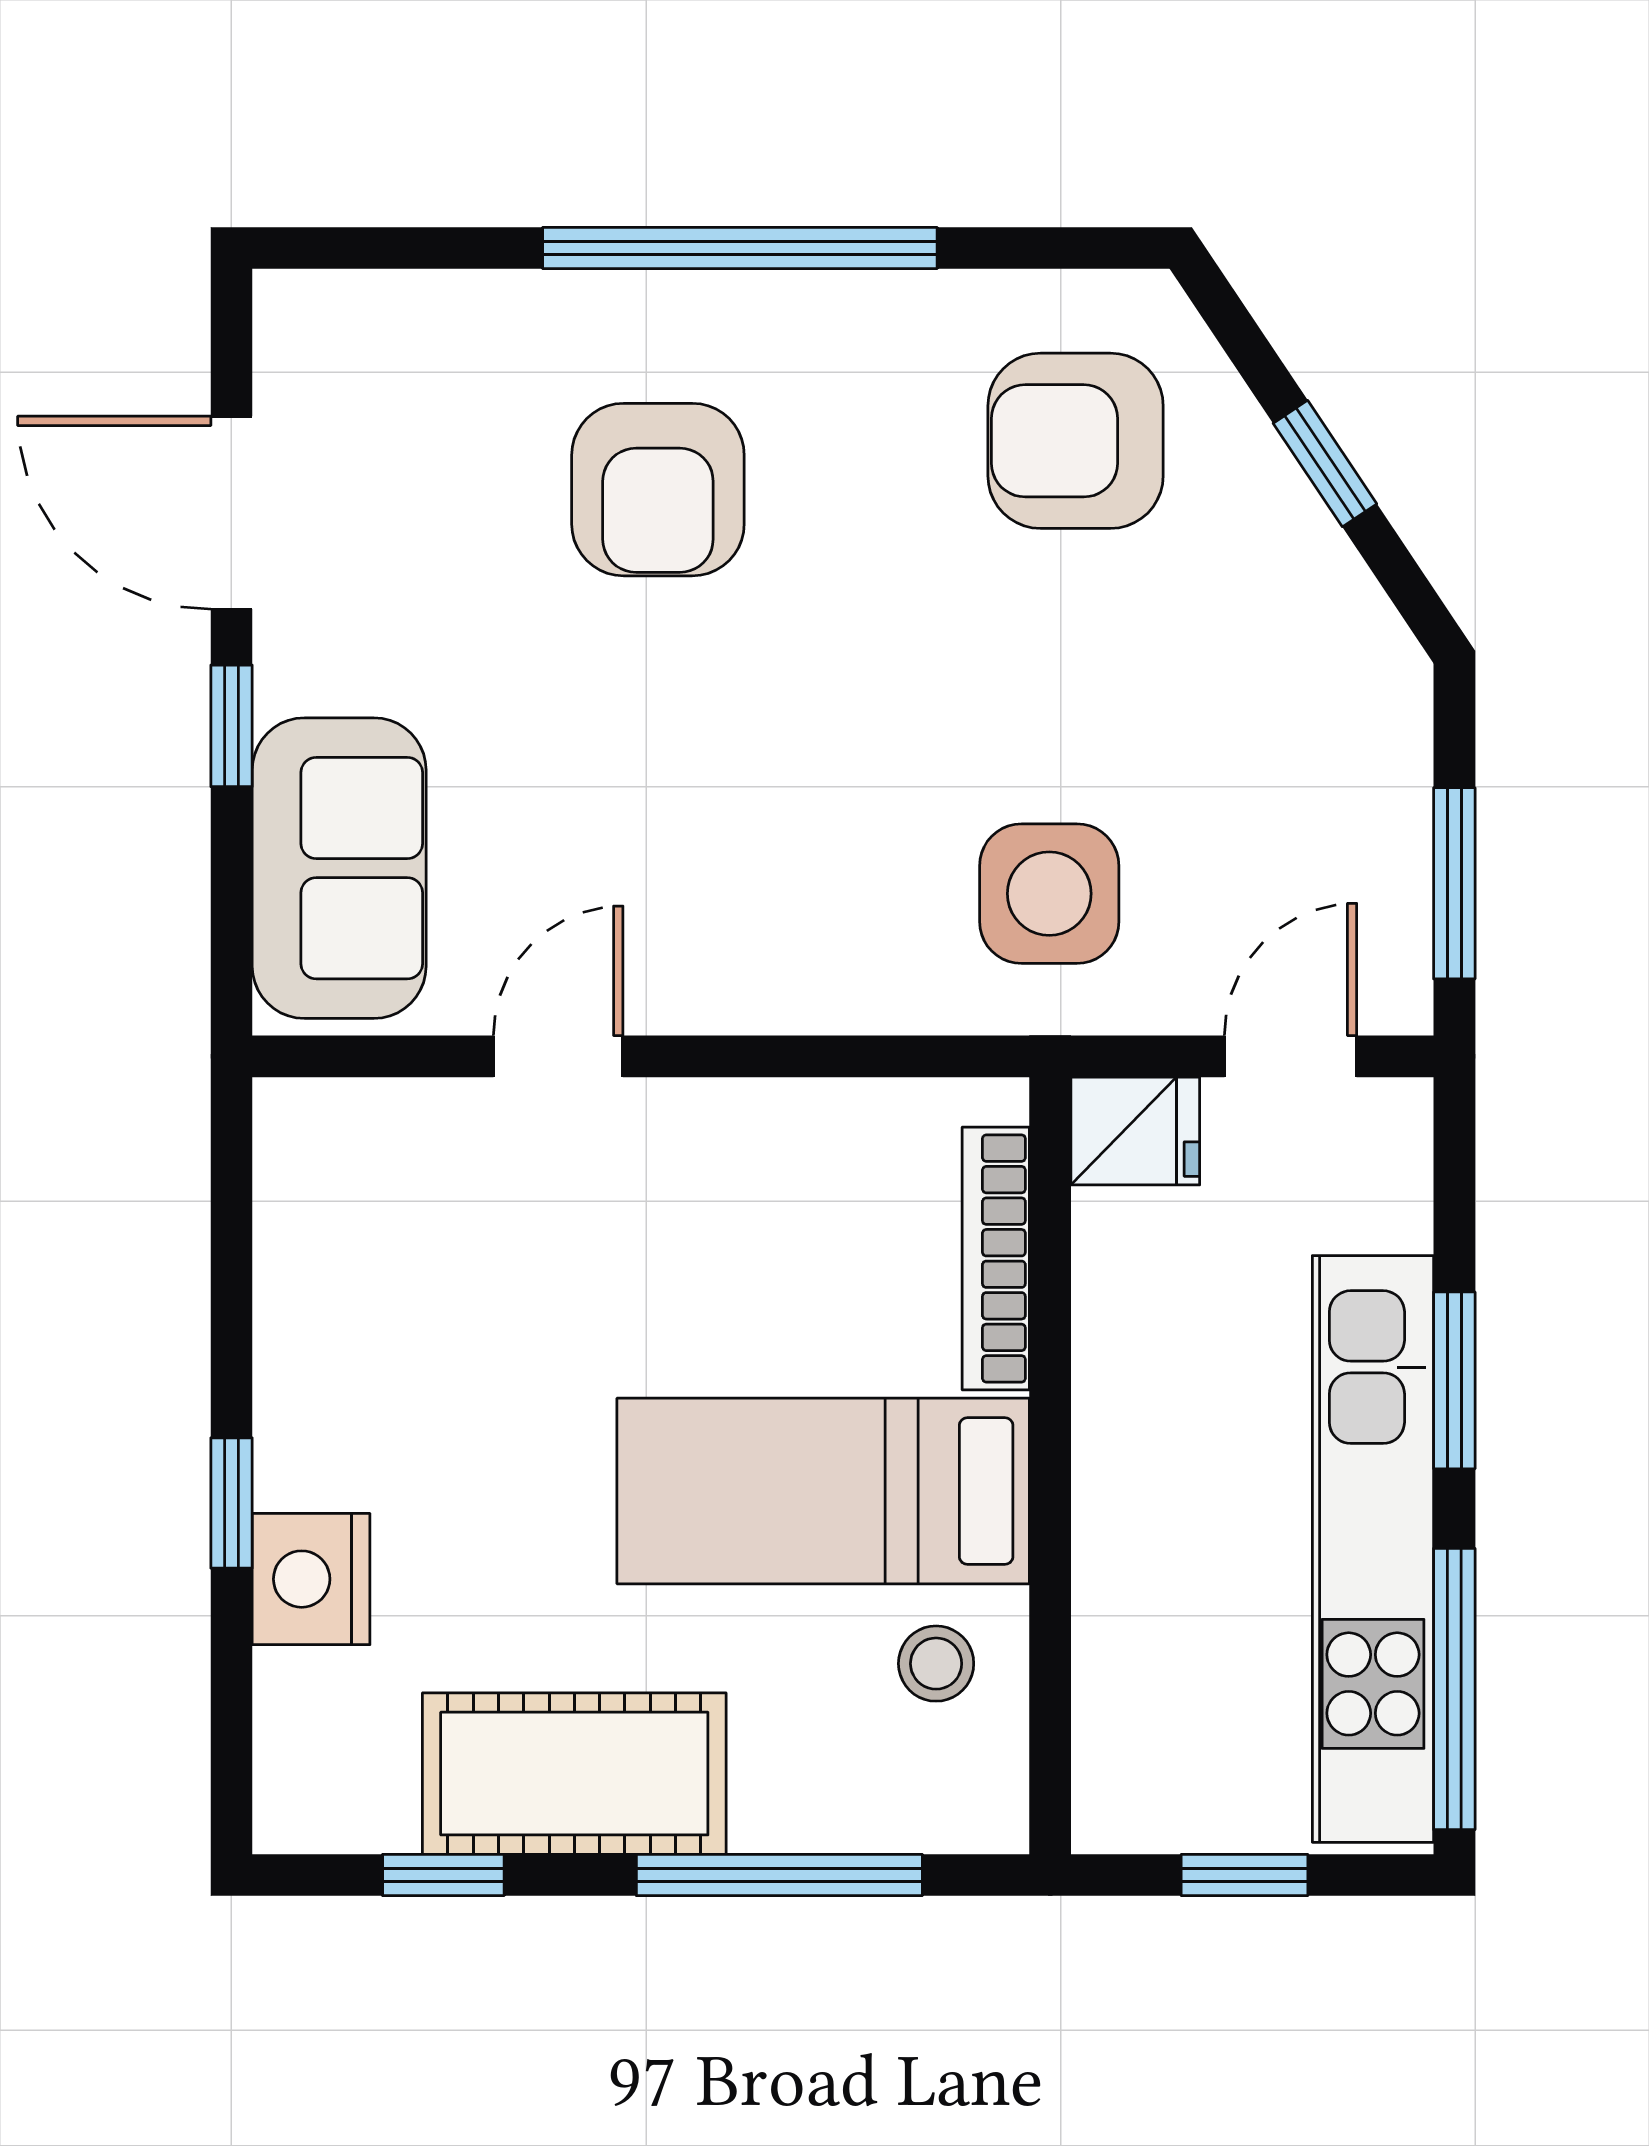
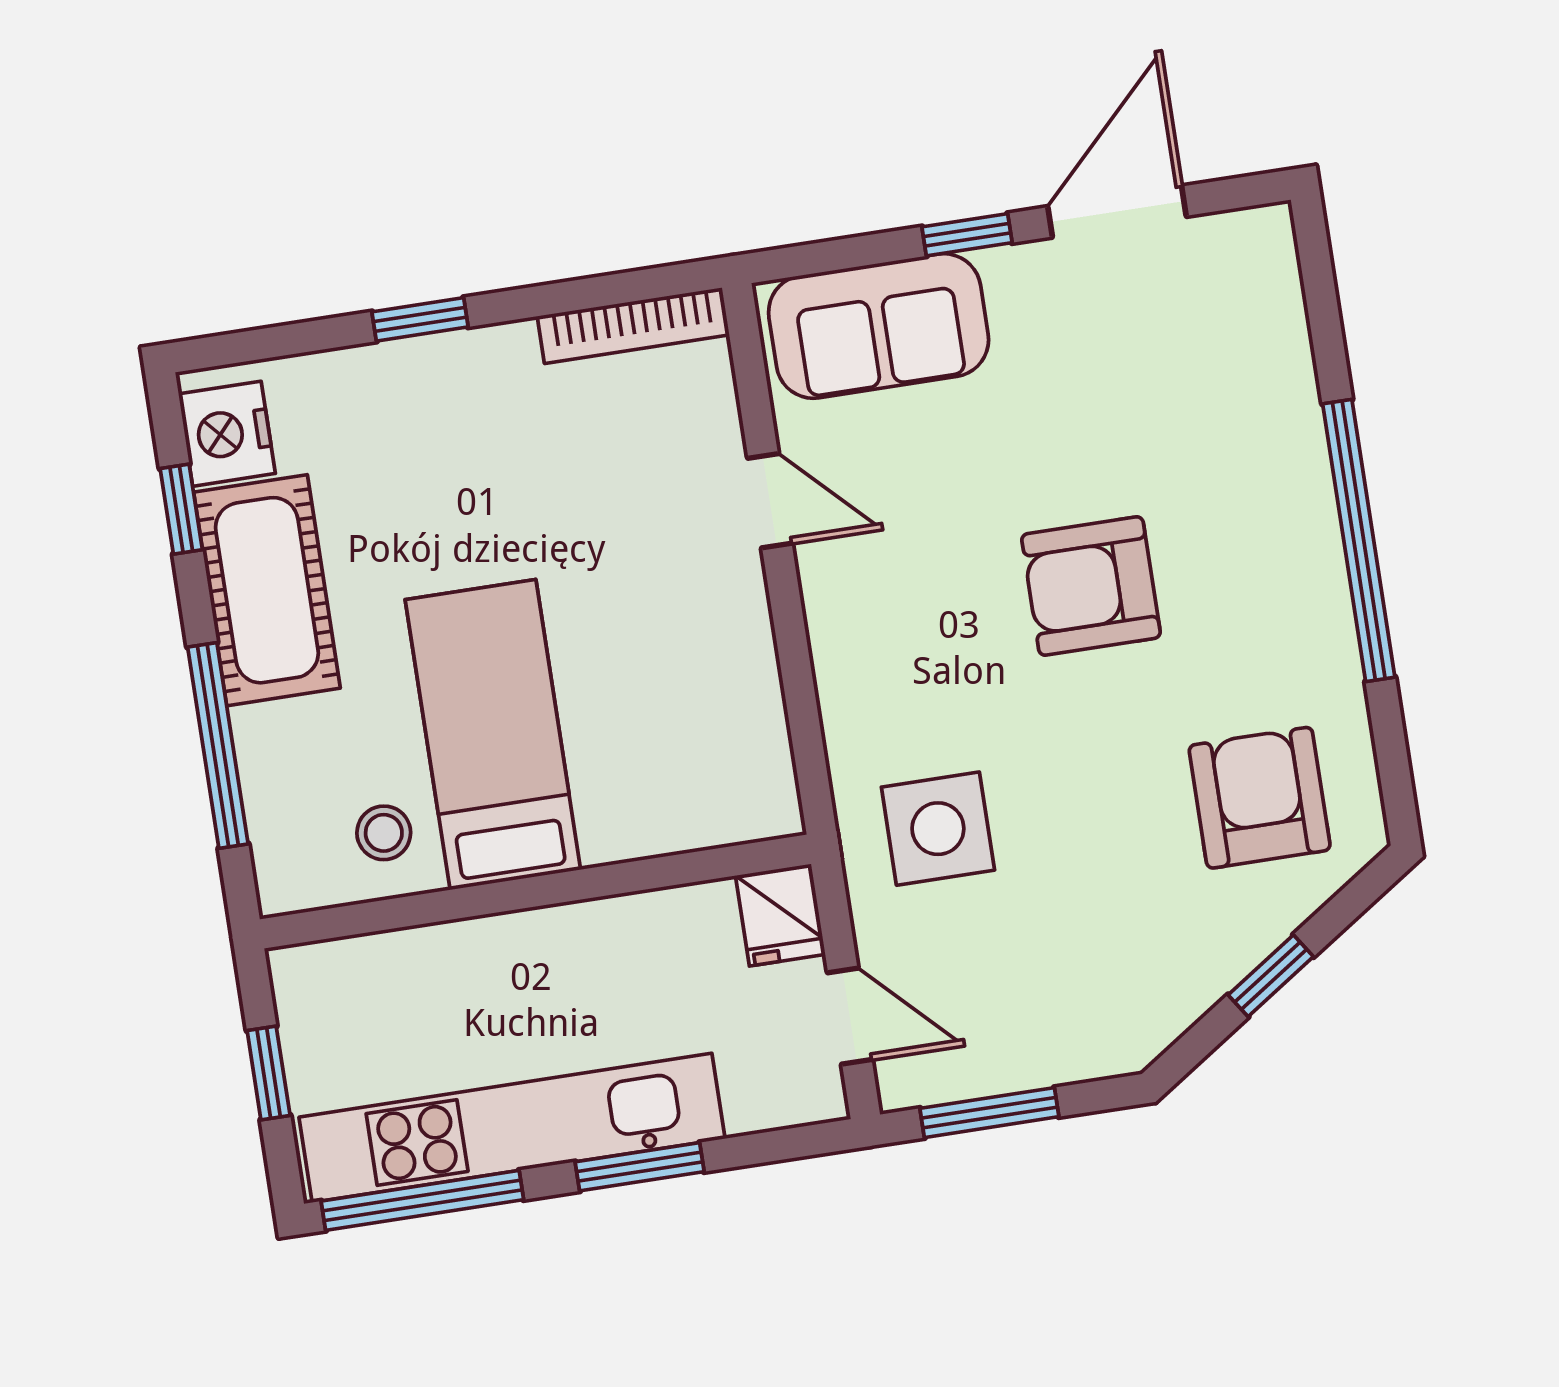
armchair: (658, 490) -> (1091, 586), moved
bookcase: (996, 1258) -> (633, 326), moved, turned 180
nightstand: (311, 1579) -> (227, 434), moved, turned -90

